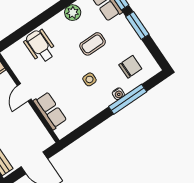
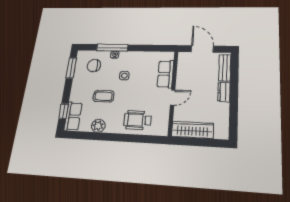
window: (137, 26) -> (71, 68), moved
wheelchair: (40, 46) -> (137, 120), turned 90

